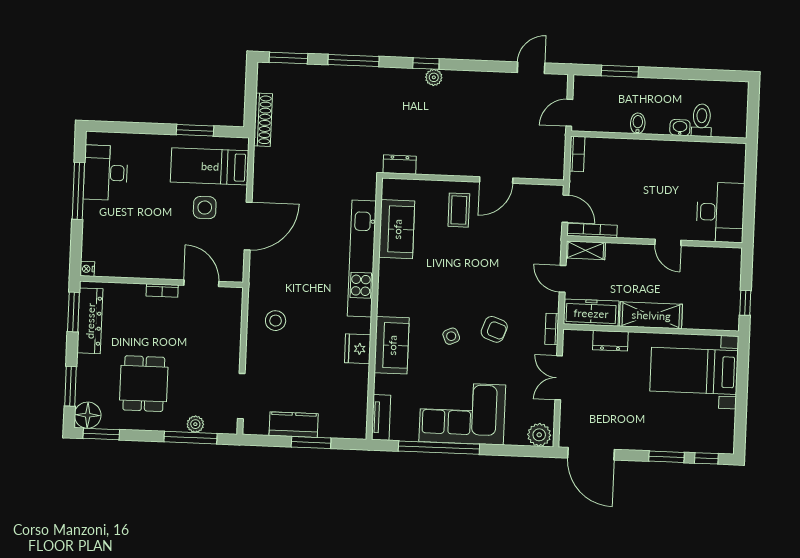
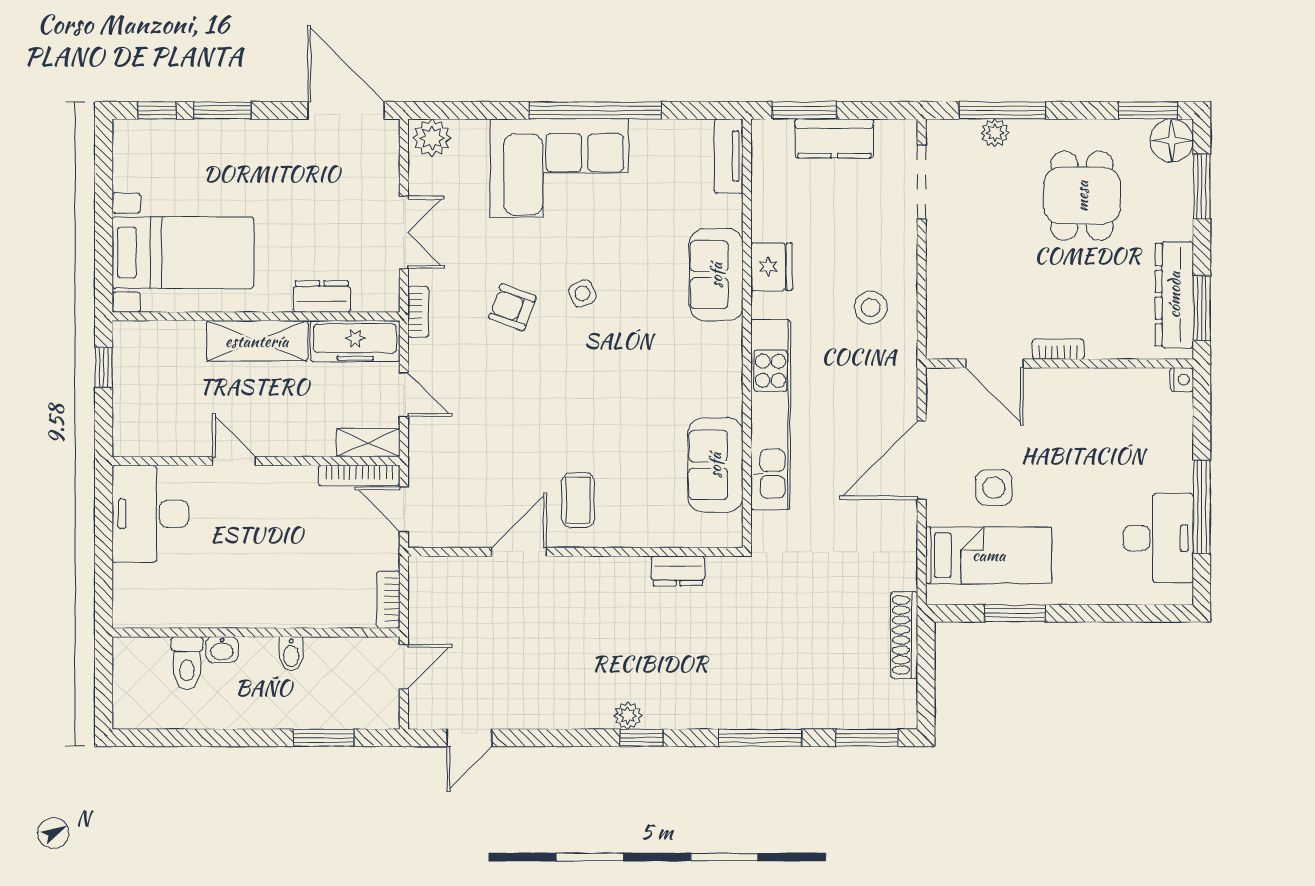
sofa: (397, 229) -> (715, 465), moved
kitchen unit: (362, 259) -> (771, 415), moved
wall: (374, 309) -> (747, 333), moved
sofa: (392, 345) -> (716, 275), moved
fridge: (358, 349) -> (771, 267), moved
tv unit: (381, 417) -> (729, 156), moved

